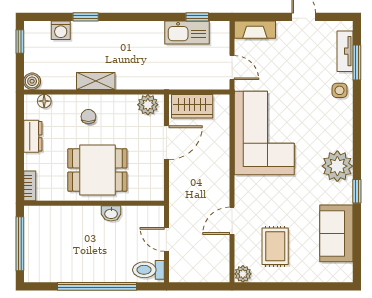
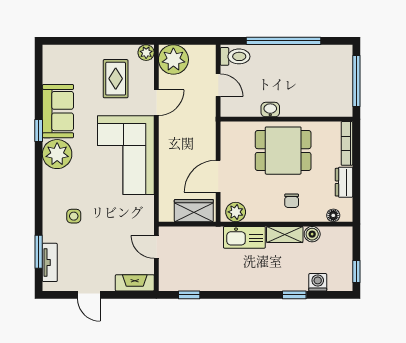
kitchen sink: (187, 32) -> (244, 237), moved, turned 180
boiler: (32, 81) -> (312, 234), moved
side table: (340, 90) -> (74, 216), moved
corner sofa: (264, 133) -> (126, 155), moved
bookcase: (30, 186) -> (347, 143), width x1.56
sofa: (336, 233) -> (58, 111), moved
plant: (214, 267) -> (173, 60), added

